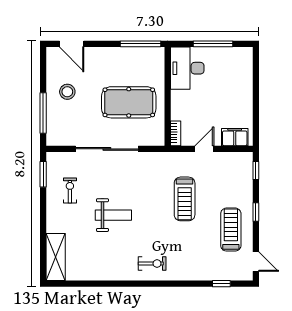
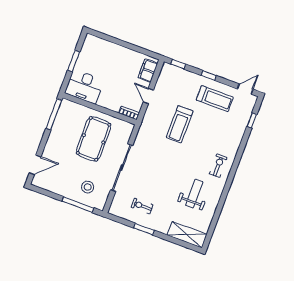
window: (213, 44) -> (74, 61), width x0.69
stool: (67, 92) -> (88, 187), moved
window: (43, 174) -> (144, 229), moved
treadmill: (185, 199) -> (180, 124), turned 90
weight bench: (113, 215) -> (194, 194), moved
treadmill: (231, 230) -> (215, 99), turned 180

